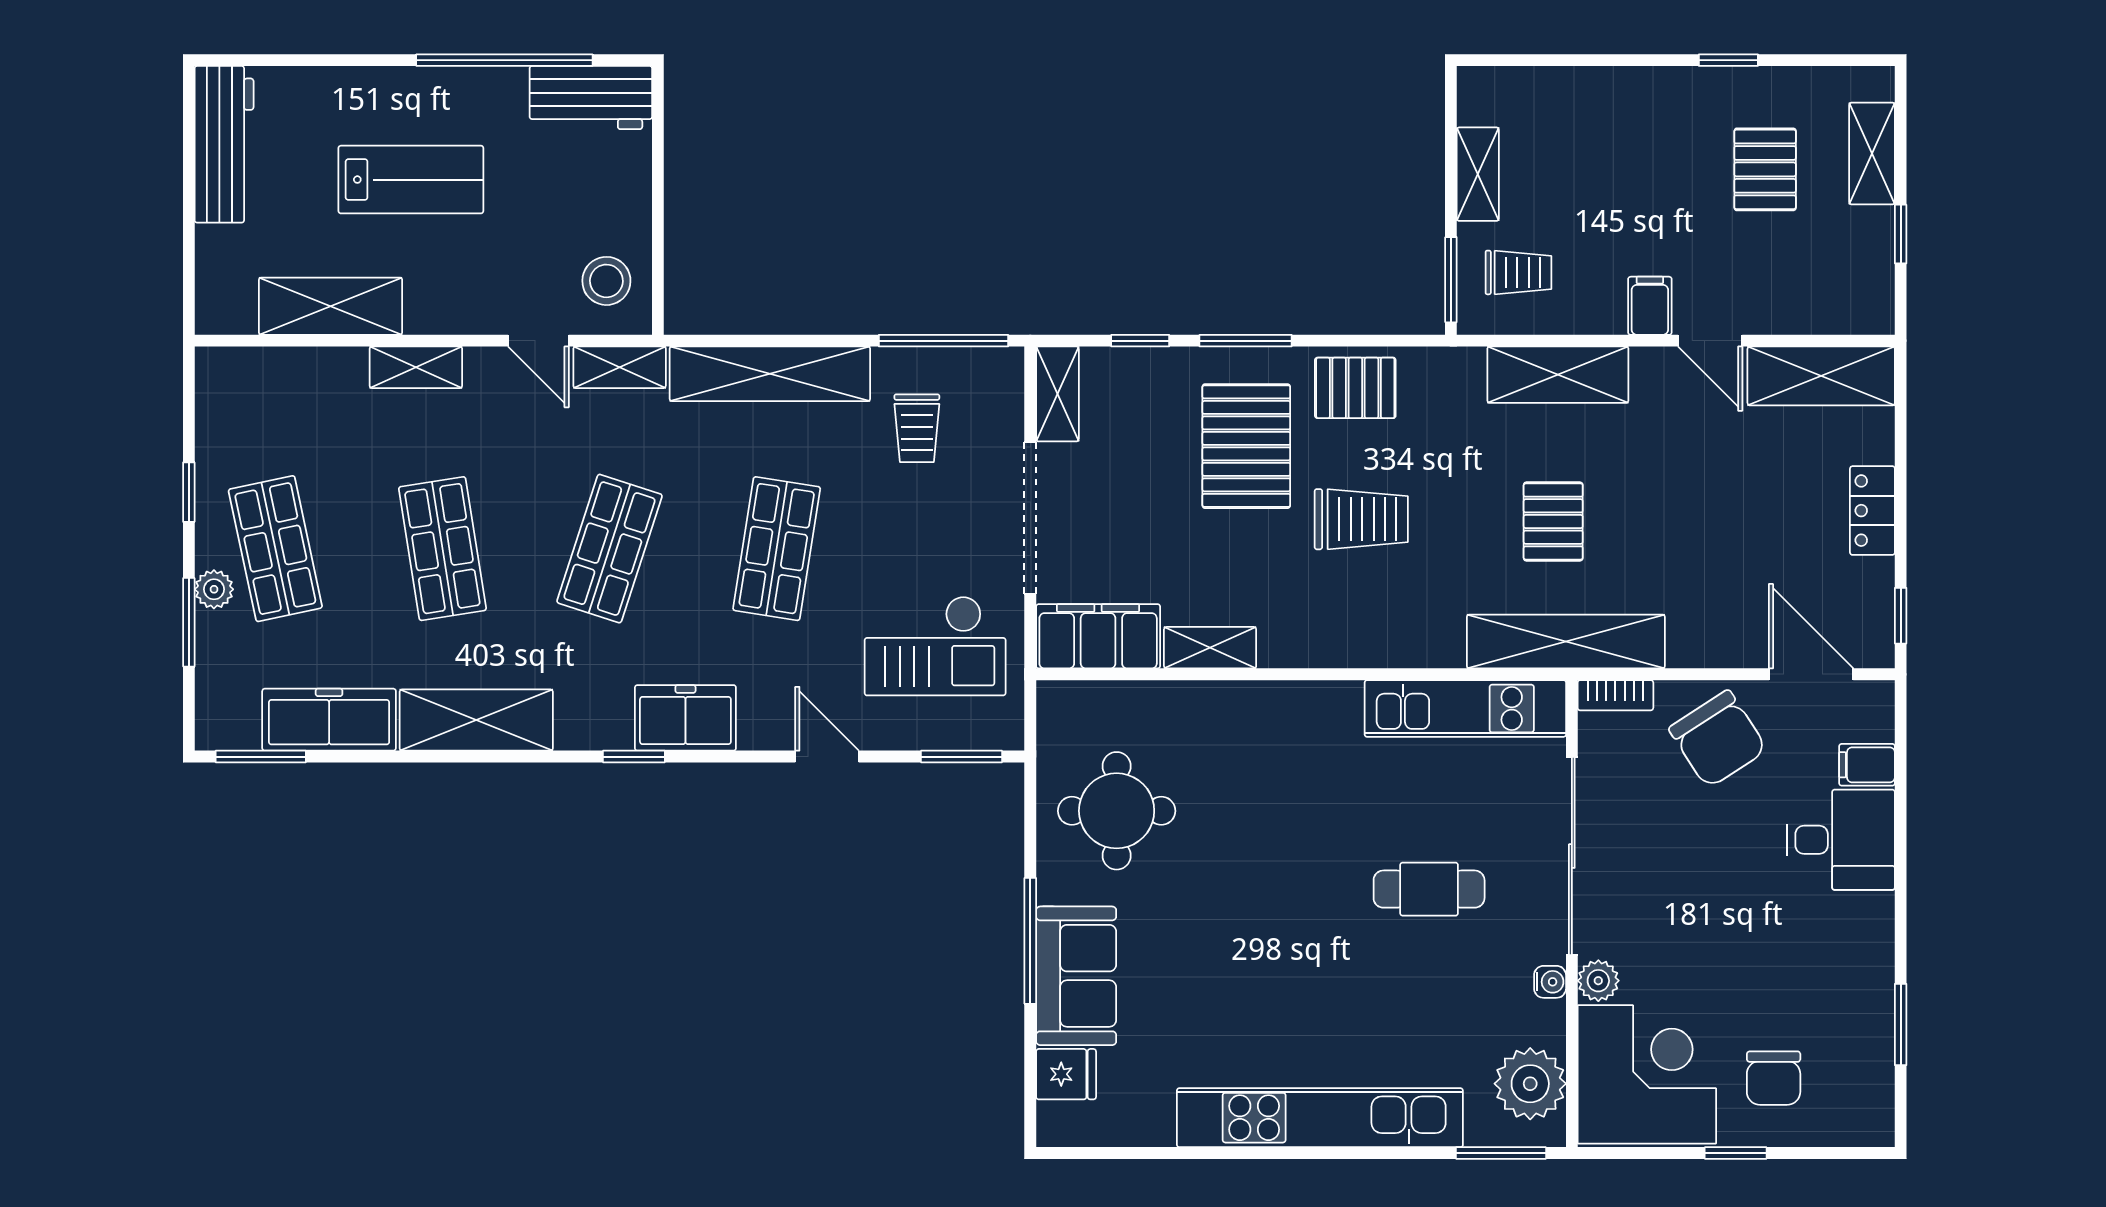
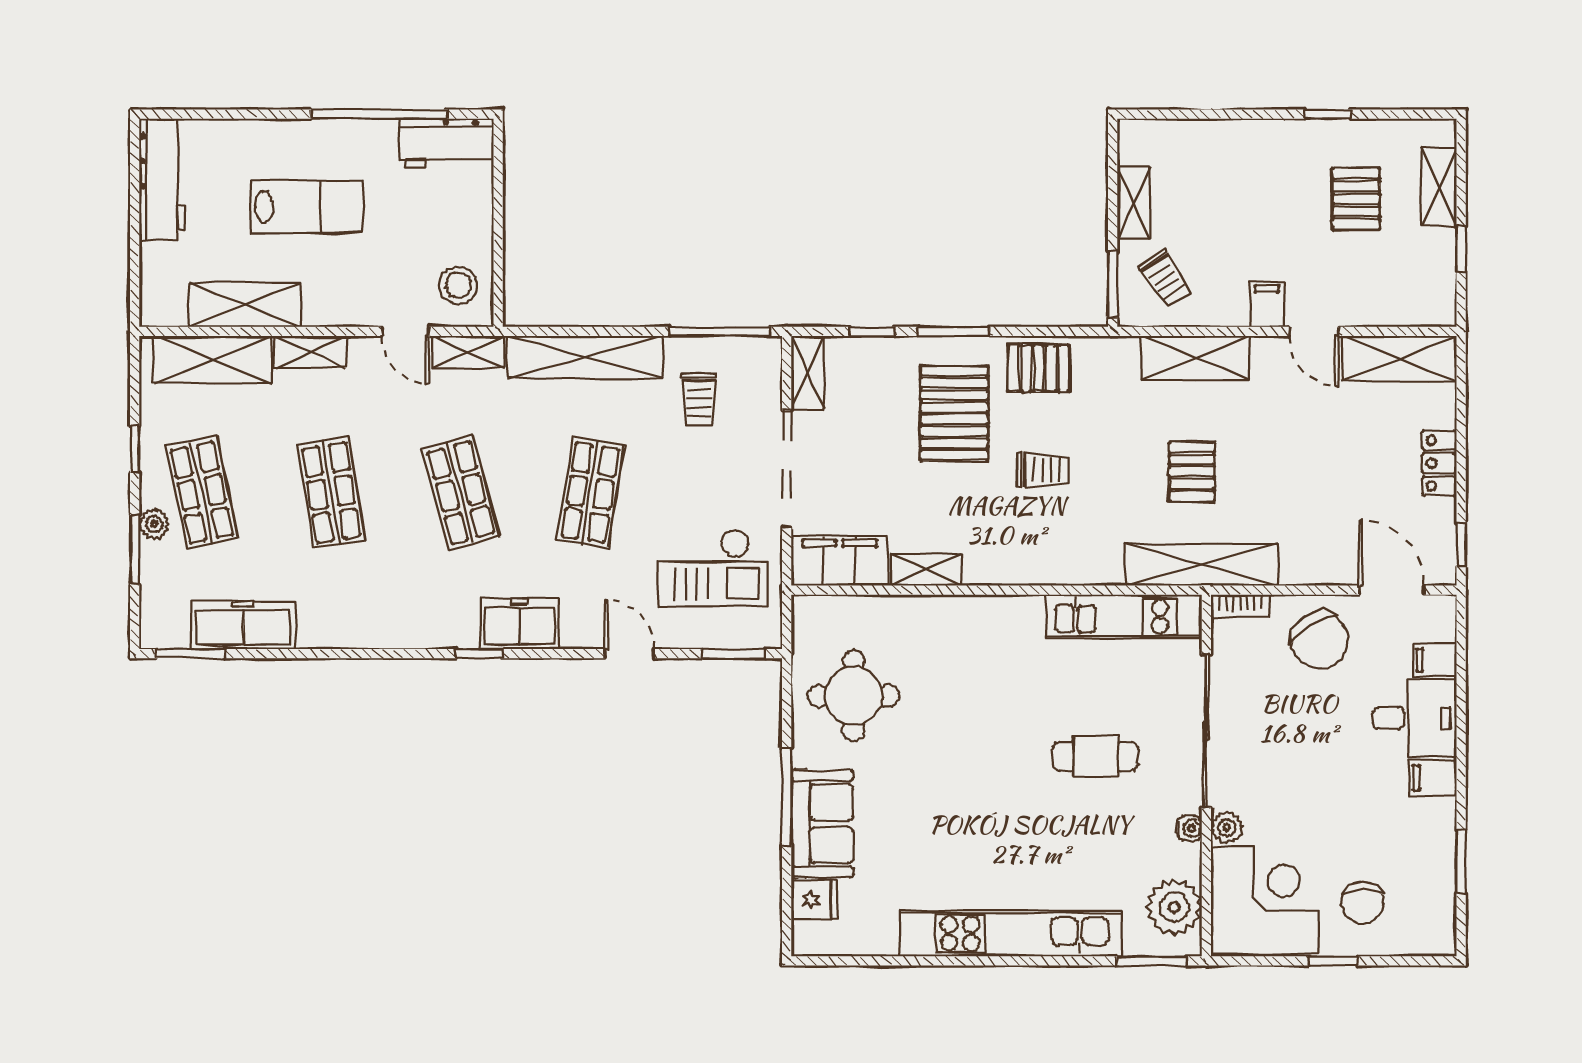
trolley: (1518, 272) -> (1165, 279), turned 57
trolley: (1361, 519) -> (1043, 470), width x0.73, depth x0.72
shop shelf: (610, 549) -> (461, 493), turned -33
shelving: (476, 720) -> (213, 360), moved
filing cabinet: (1864, 917) -> (1433, 778), added

